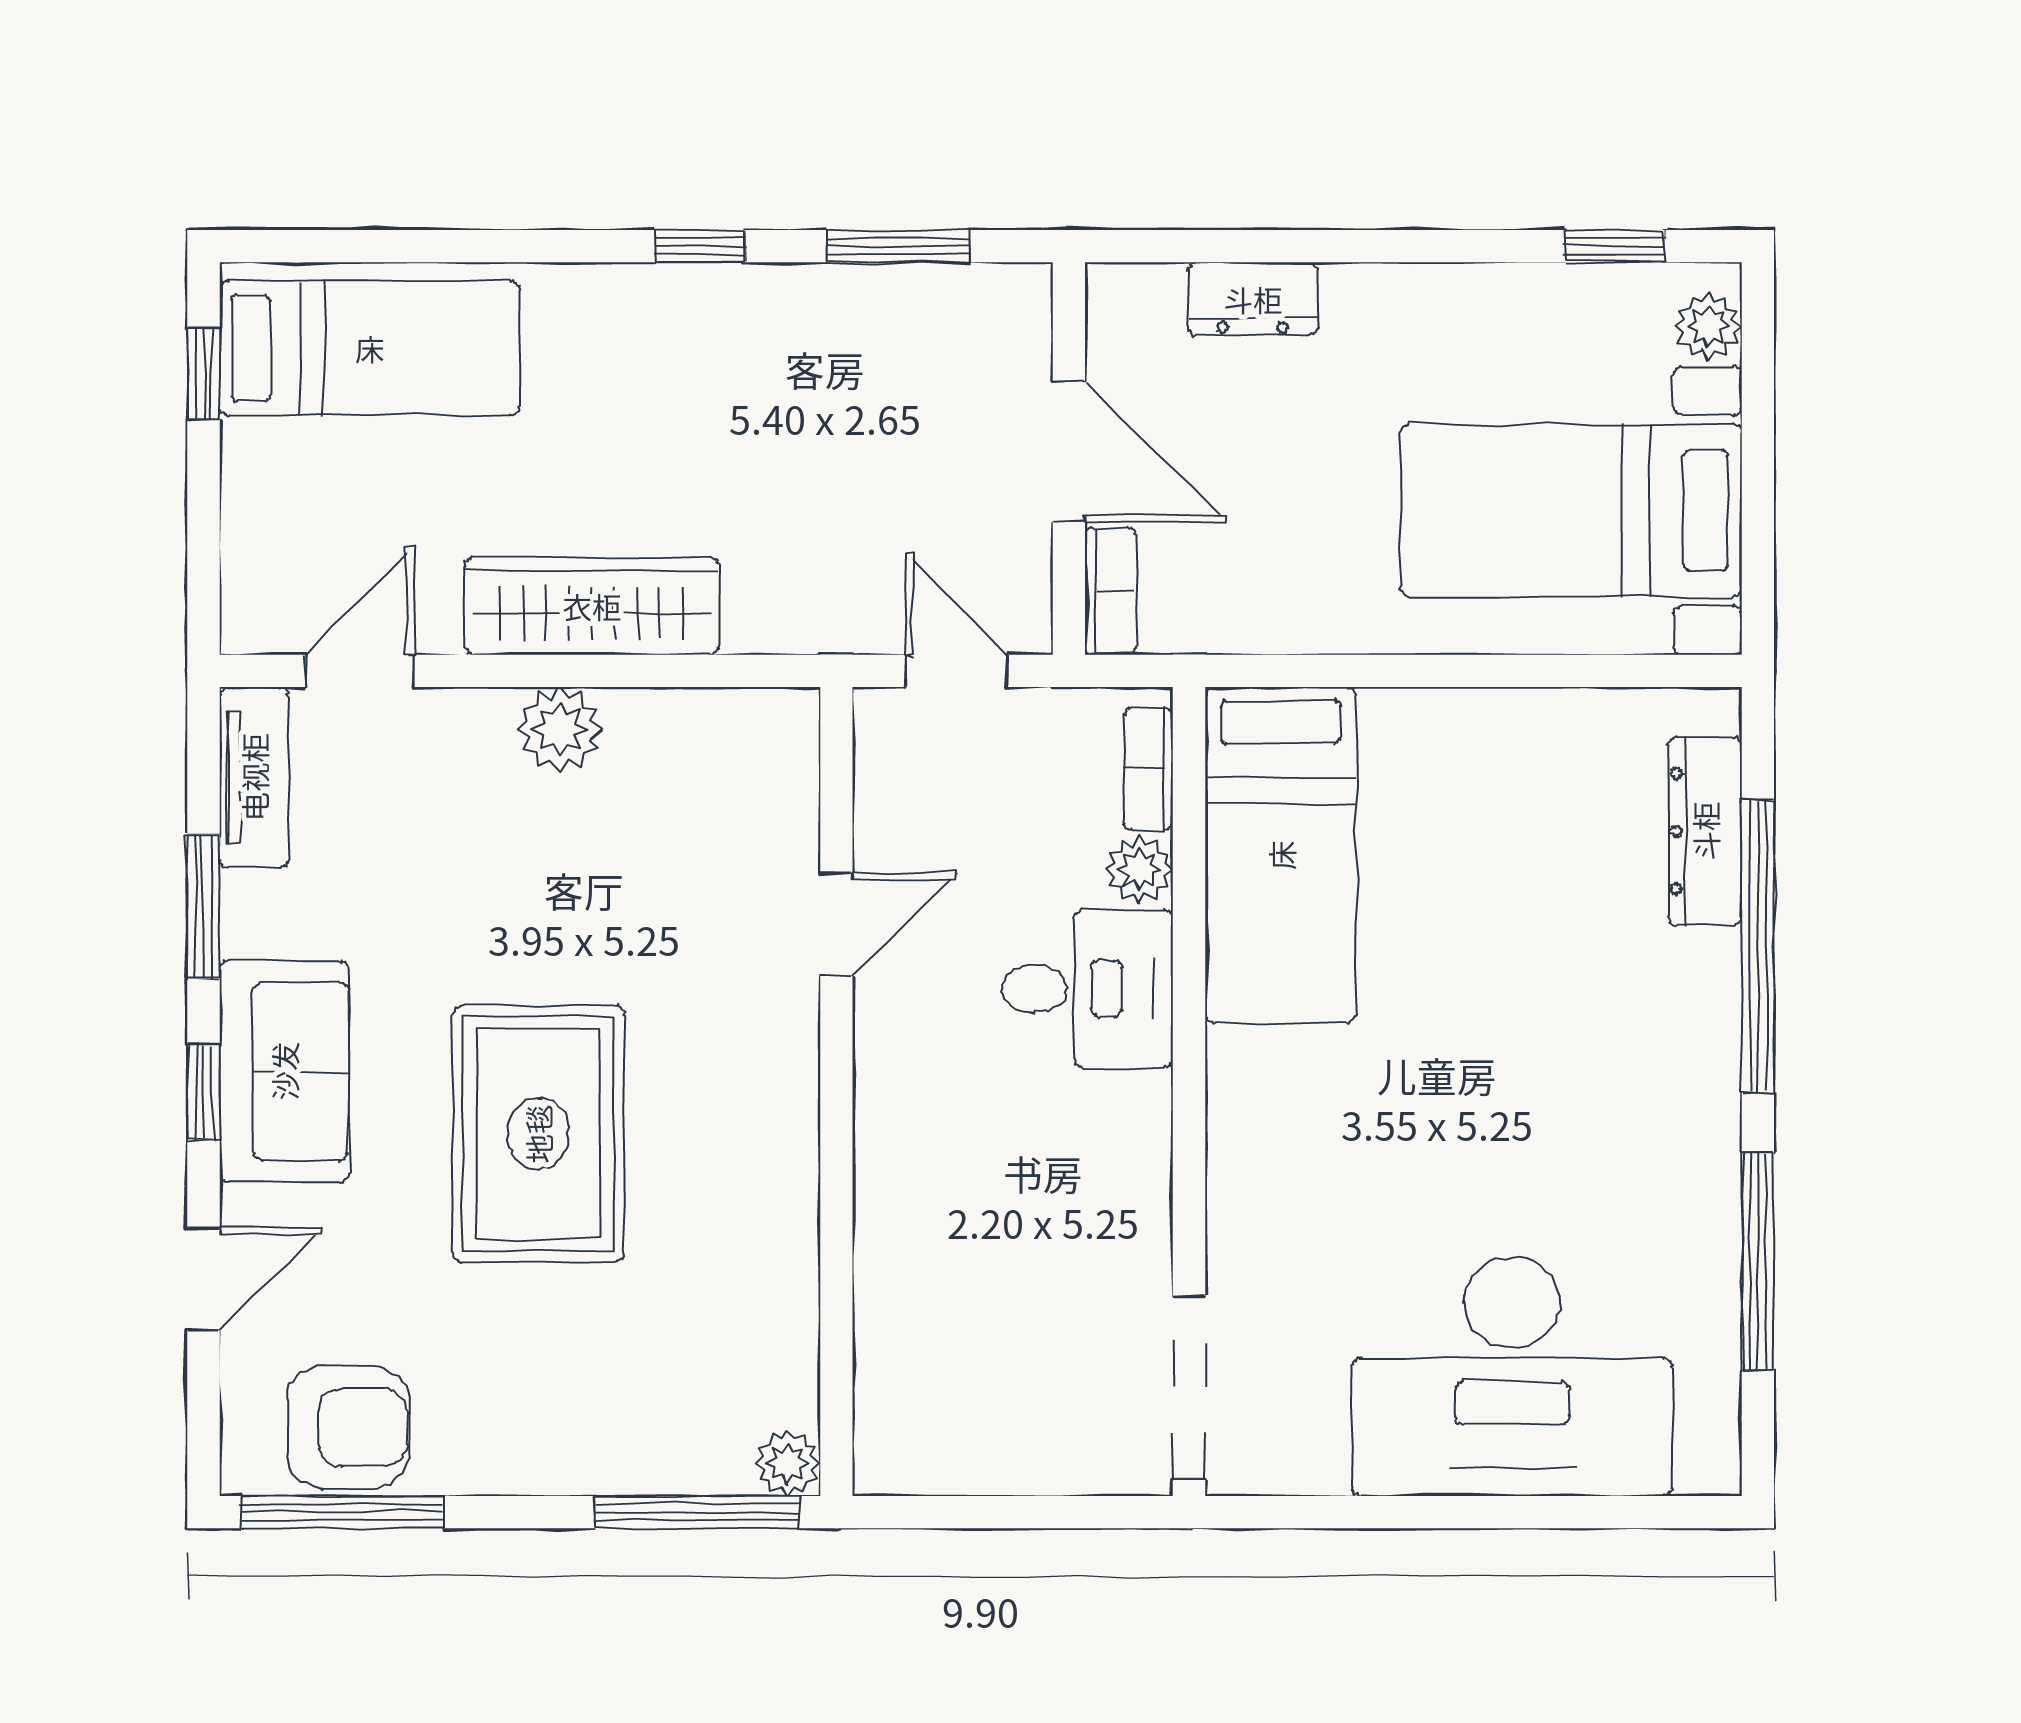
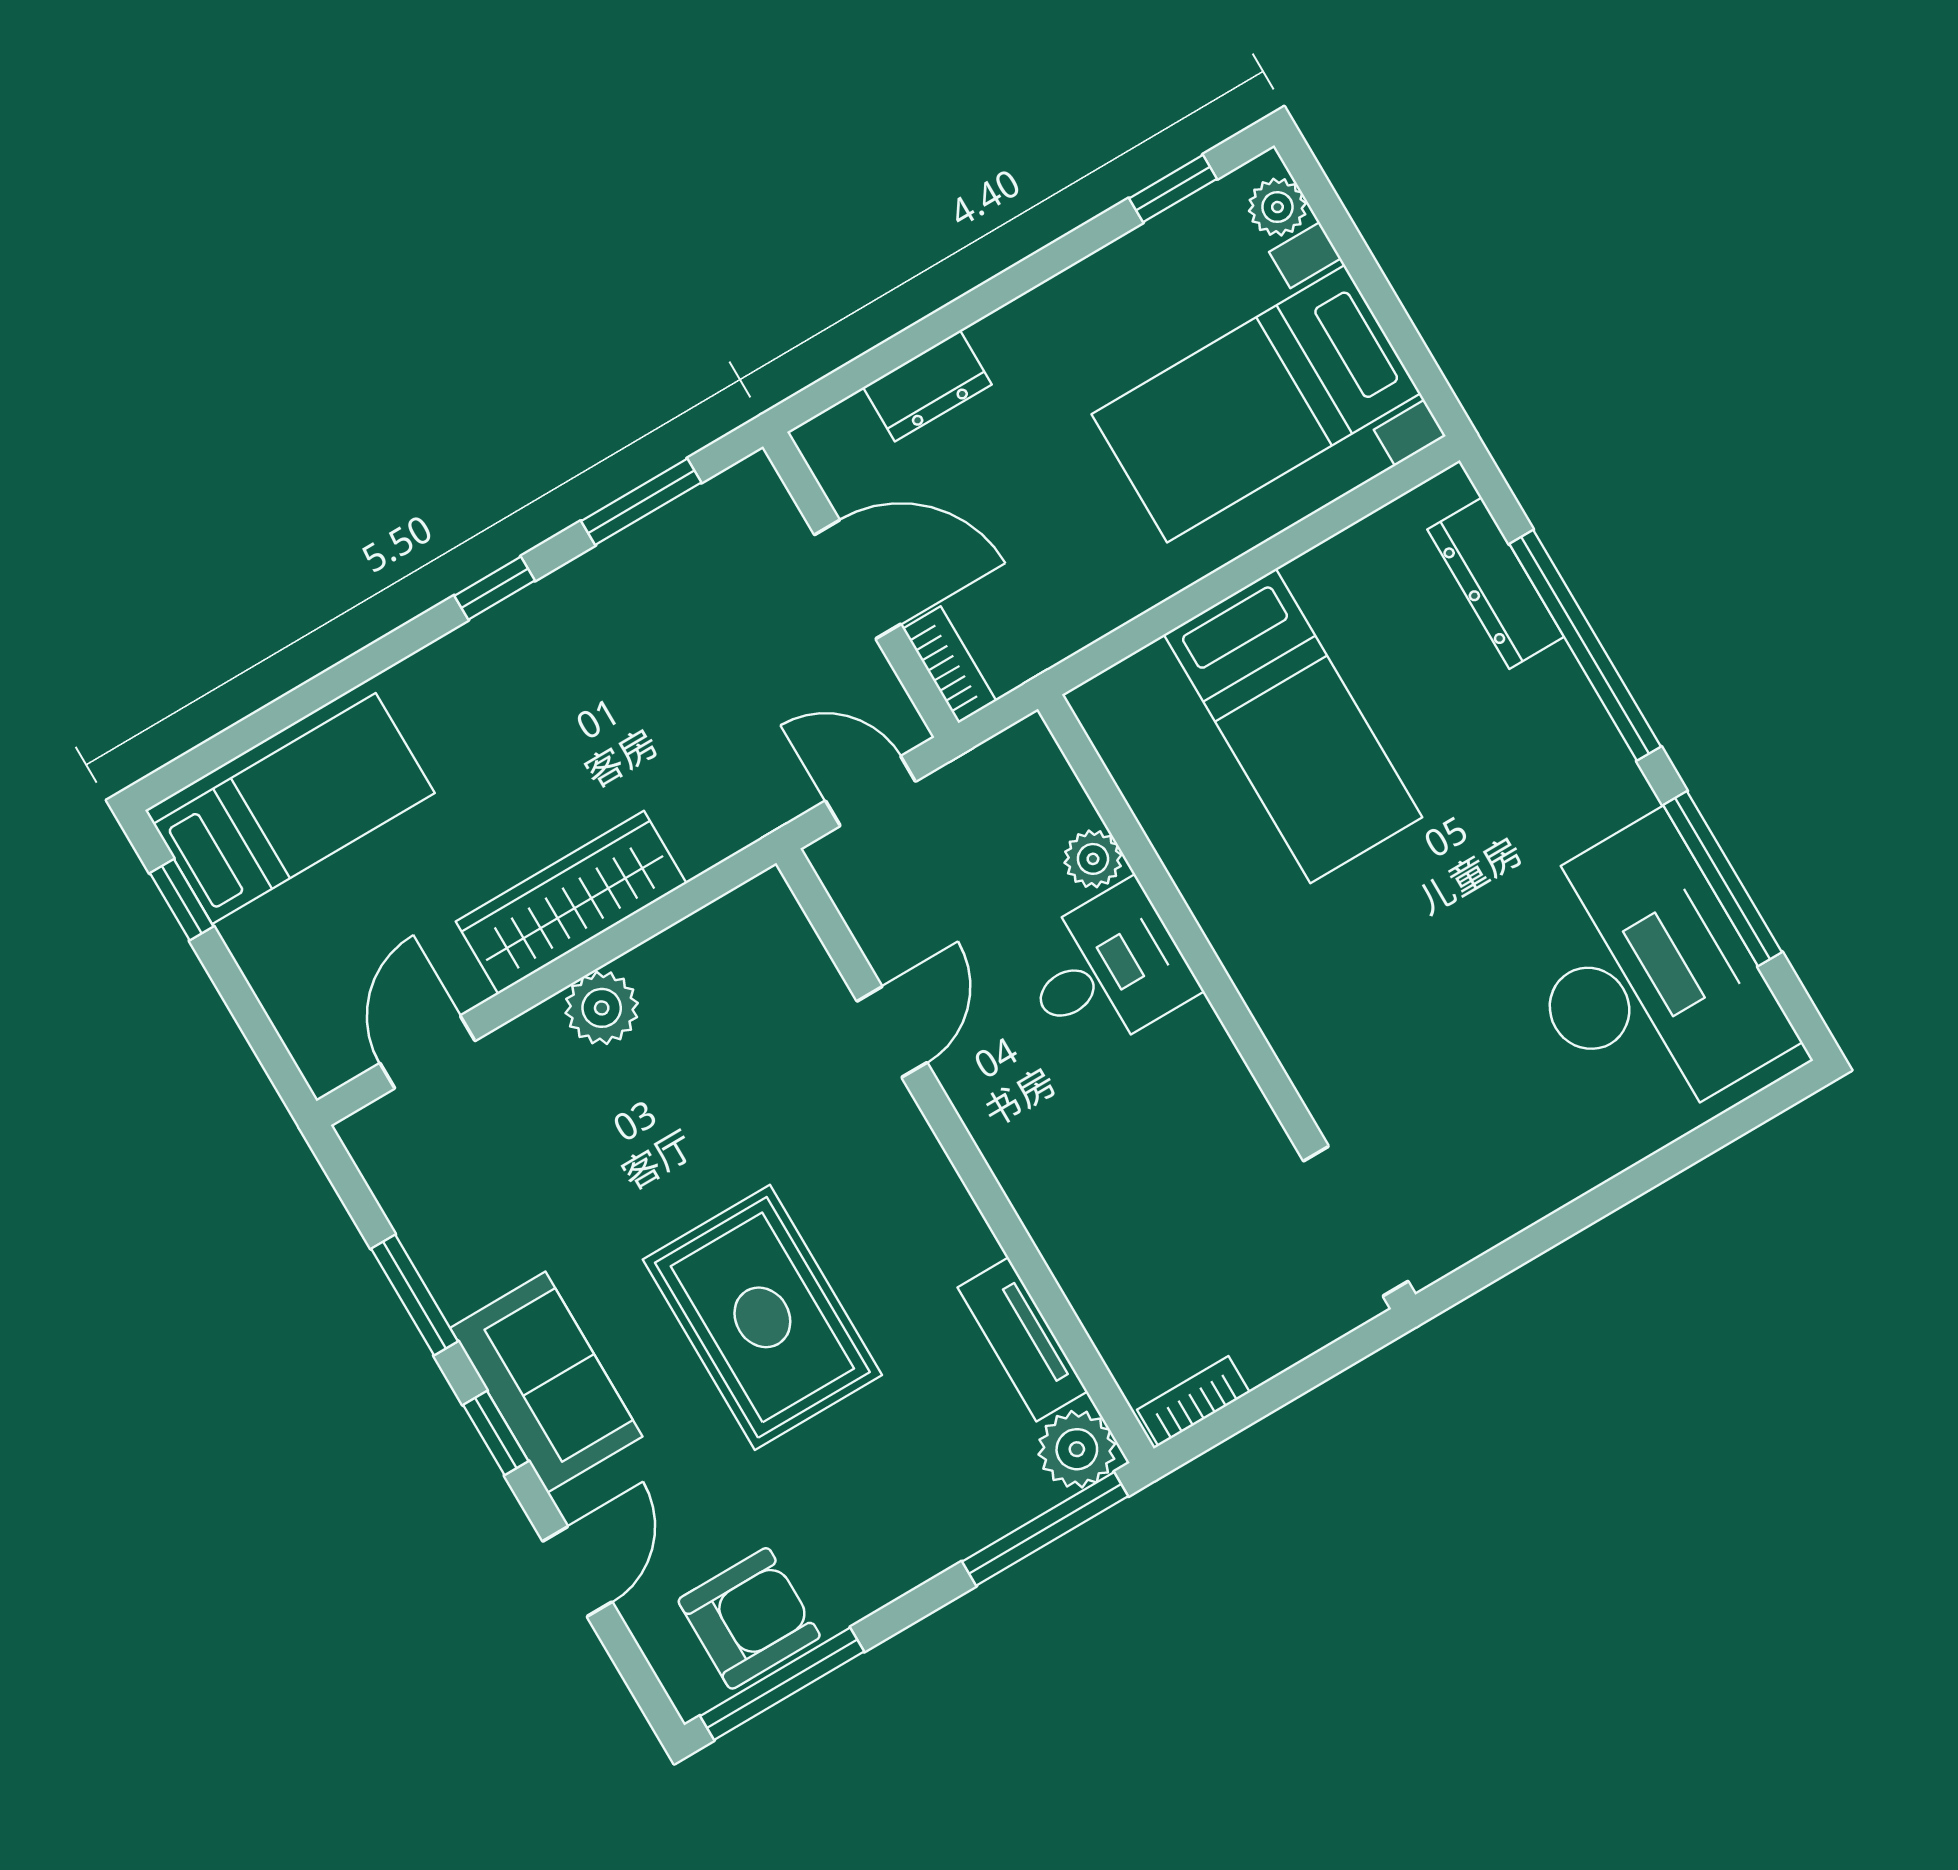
bookcase: (1148, 768) -> (1193, 1401), moved, turned 90
tv unit: (254, 777) -> (1023, 1339), moved, turned 180
bed: (1281, 855) -> (1293, 726), moved
desk: (1512, 1377) -> (1644, 976), moved, turned -90
plant: (788, 1463) -> (1077, 1449), width x1.38, depth x1.38

